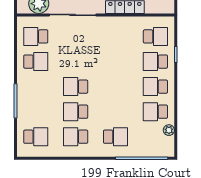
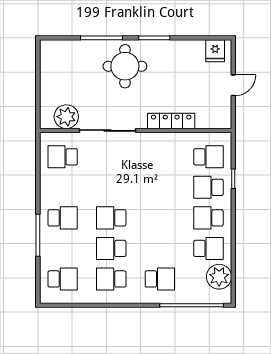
school desk: (36, 62) -> (63, 218), moved
school desk: (155, 112) -> (208, 248), turned 180
plant: (169, 130) -> (219, 277), width x1.88, depth x1.88

